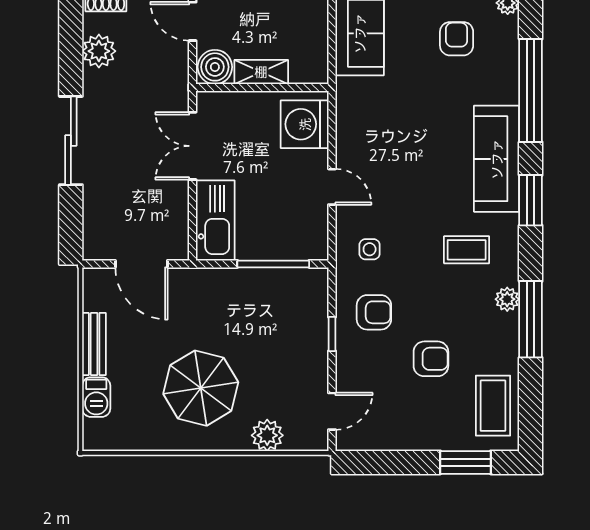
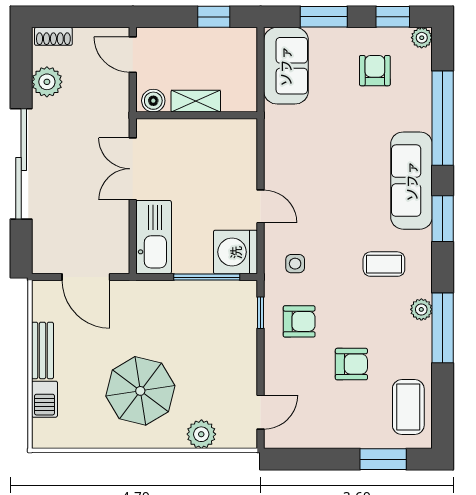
boiler: (215, 67) -> (153, 101), width x0.73, depth x0.73
washing machine: (305, 124) -> (236, 252), moved
sliding door: (71, 141) -> (21, 164), width x1.36
window: (332, 334) -> (261, 313), moved

